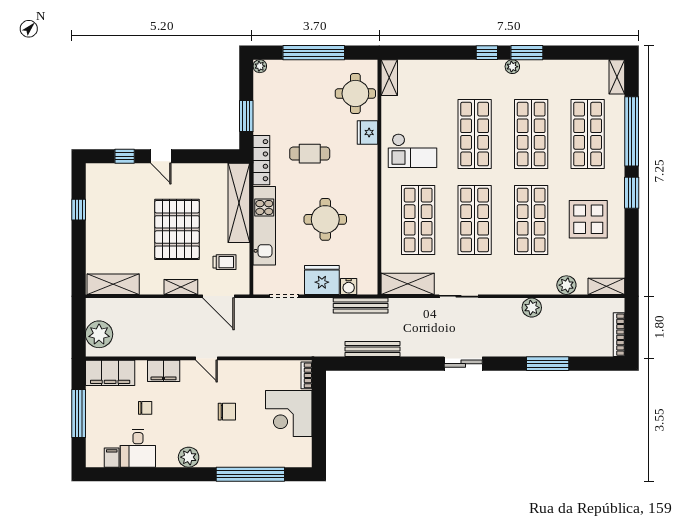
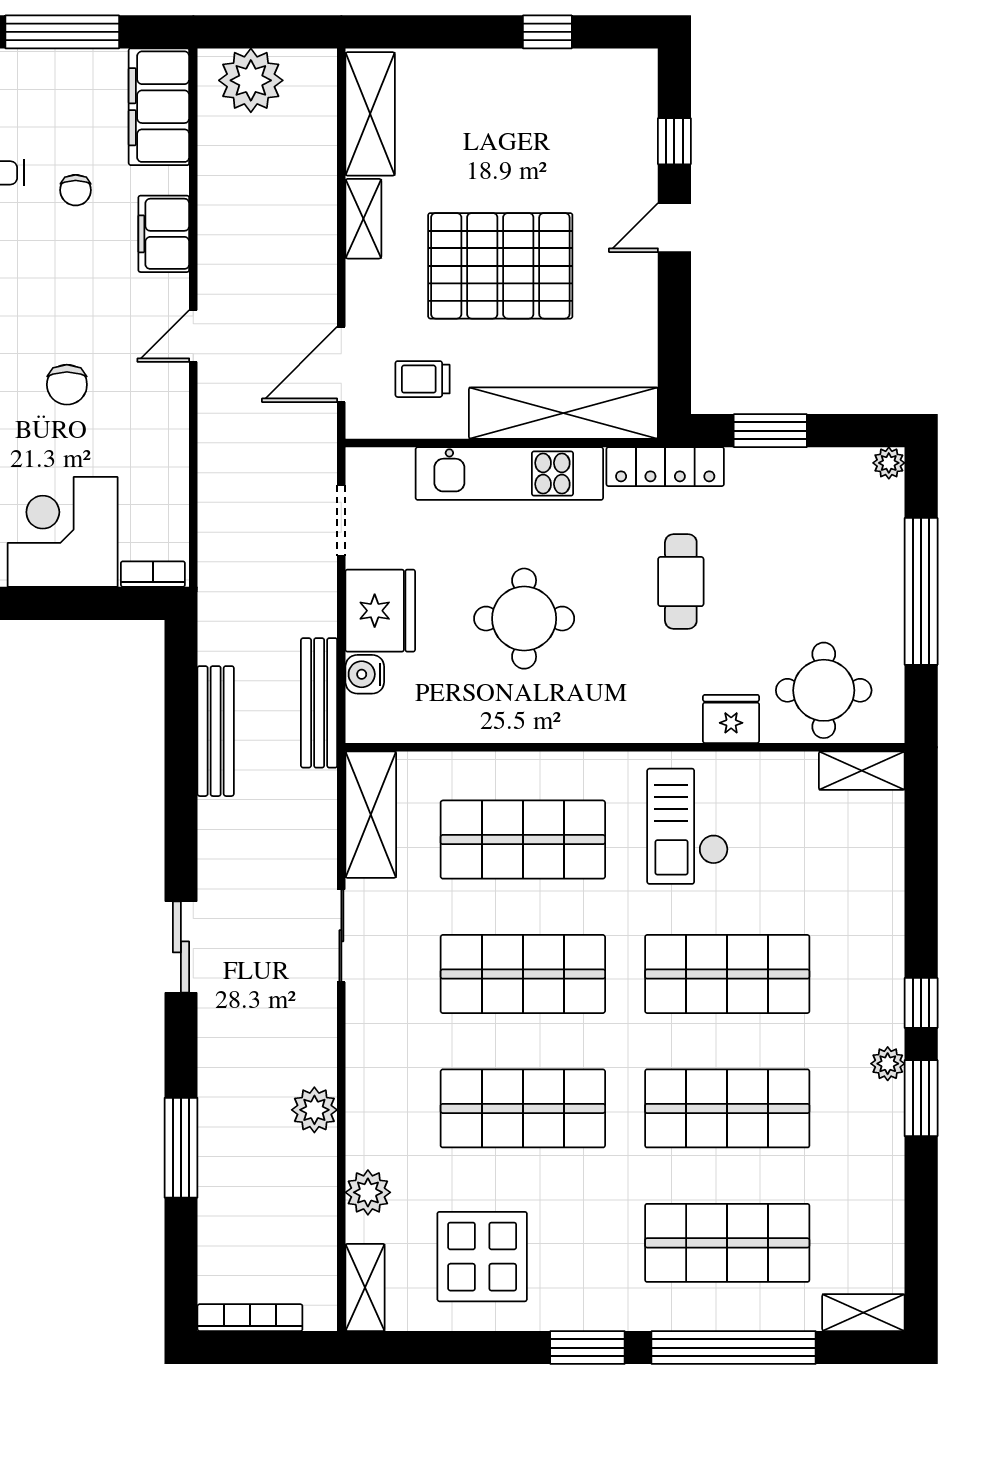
display table: (588, 219) -> (482, 1257), moved
trolley: (225, 262) -> (423, 379), turned 90
shelving: (181, 287) -> (363, 219), moved

